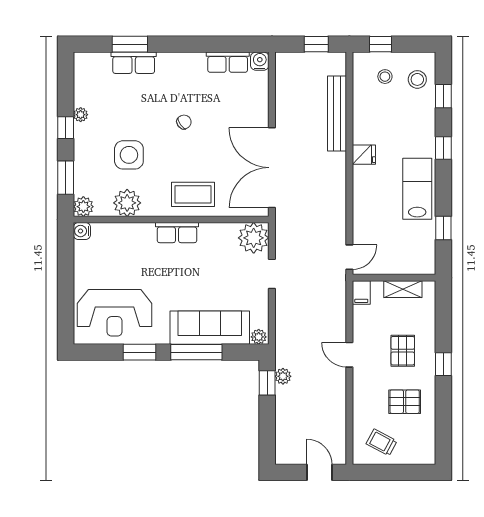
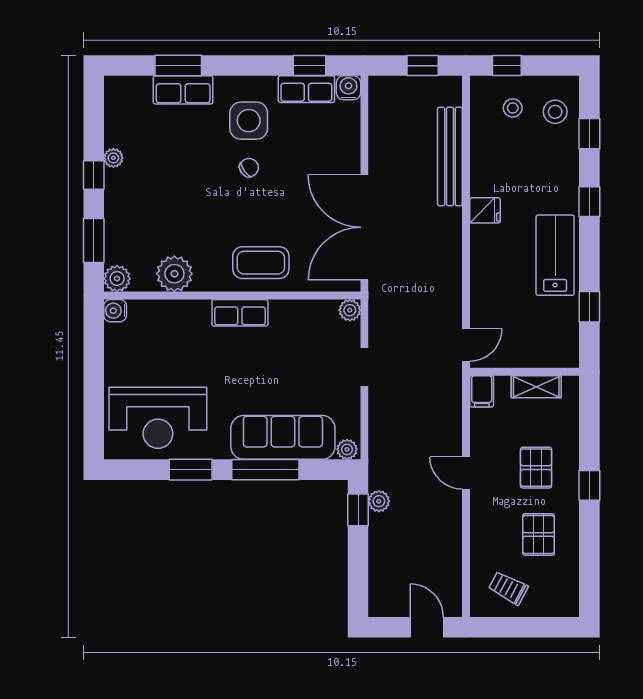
window: (230, 44) -> (310, 66), added
side table: (129, 155) -> (249, 121), moved
plant: (254, 238) -> (350, 310), width x0.53, depth x0.53
pallet: (405, 402) -> (539, 535), turned 90

